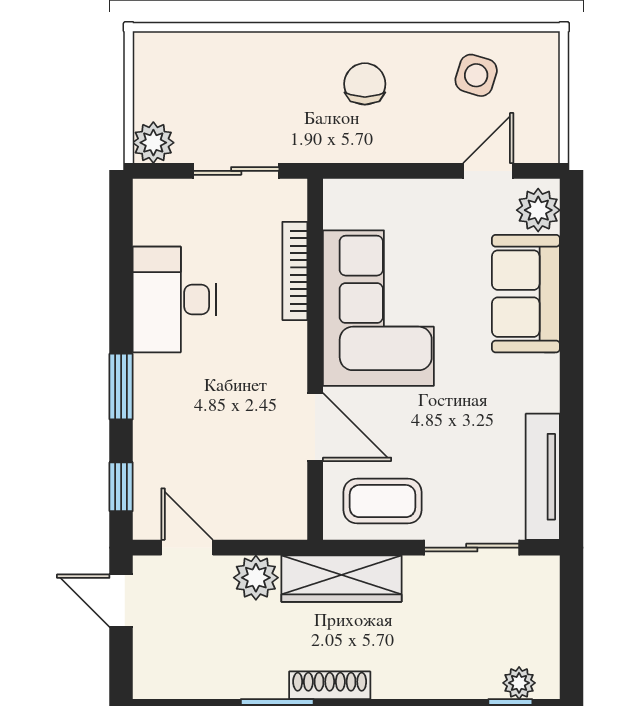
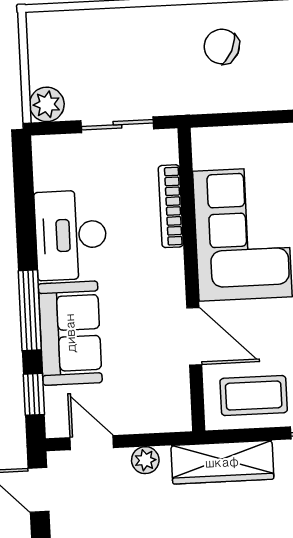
chair: (365, 84) -> (222, 47), turned -65
window: (121, 387) -> (30, 310), width x1.44
sofa: (168, 416) -> (70, 333), added
plant: (256, 578) -> (145, 460), width x0.73, depth x0.73

